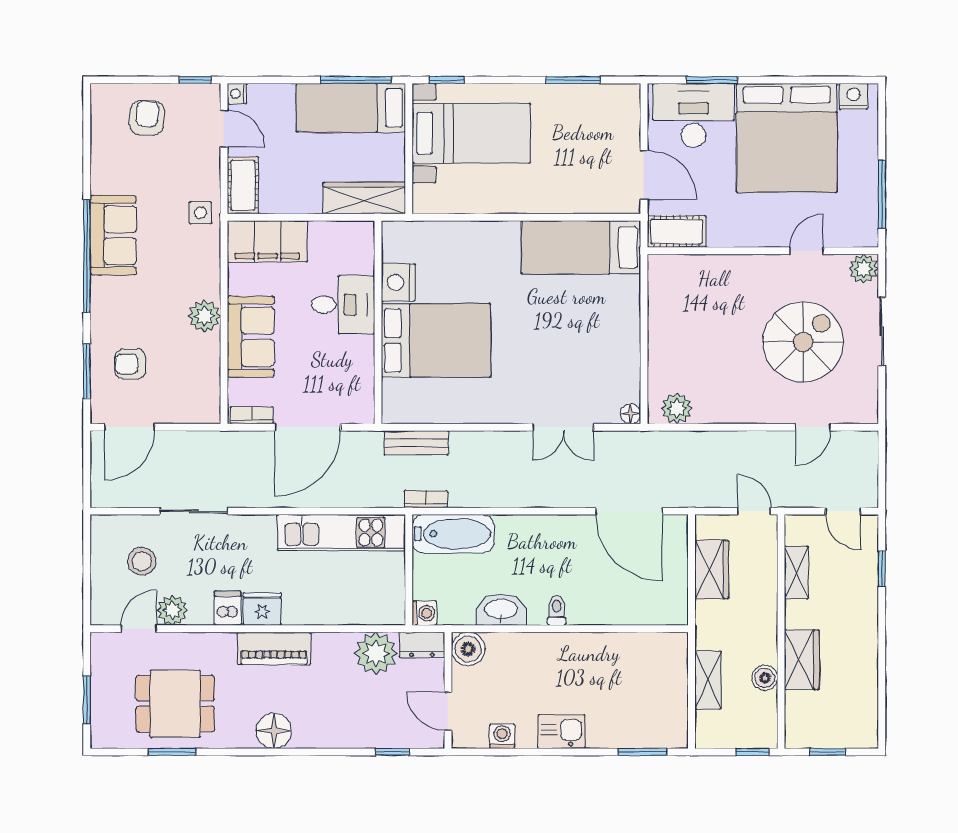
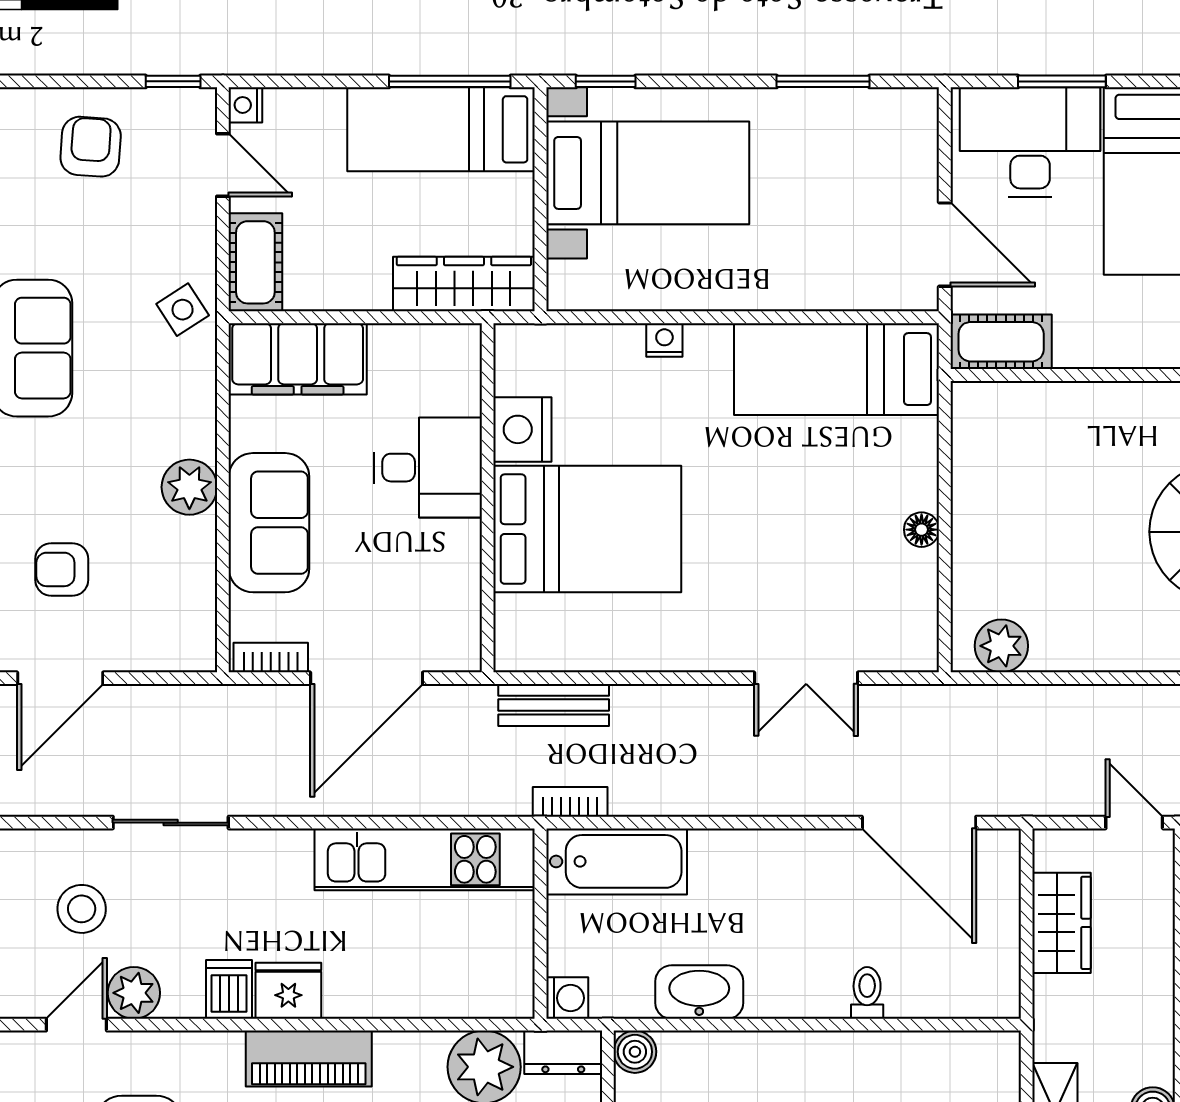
side table: (201, 213) -> (183, 310), turned -33
nightstand: (481, 230) -> (664, 340), added
floor lamp: (630, 414) -> (922, 530), moved
toilet: (557, 610) -> (867, 993), moved
boiler: (468, 649) -> (635, 1052), width x0.73, depth x0.73

